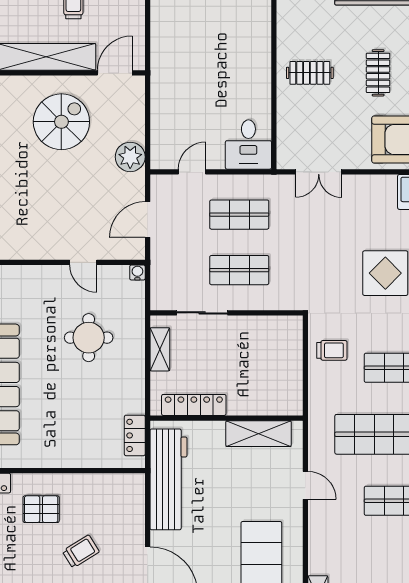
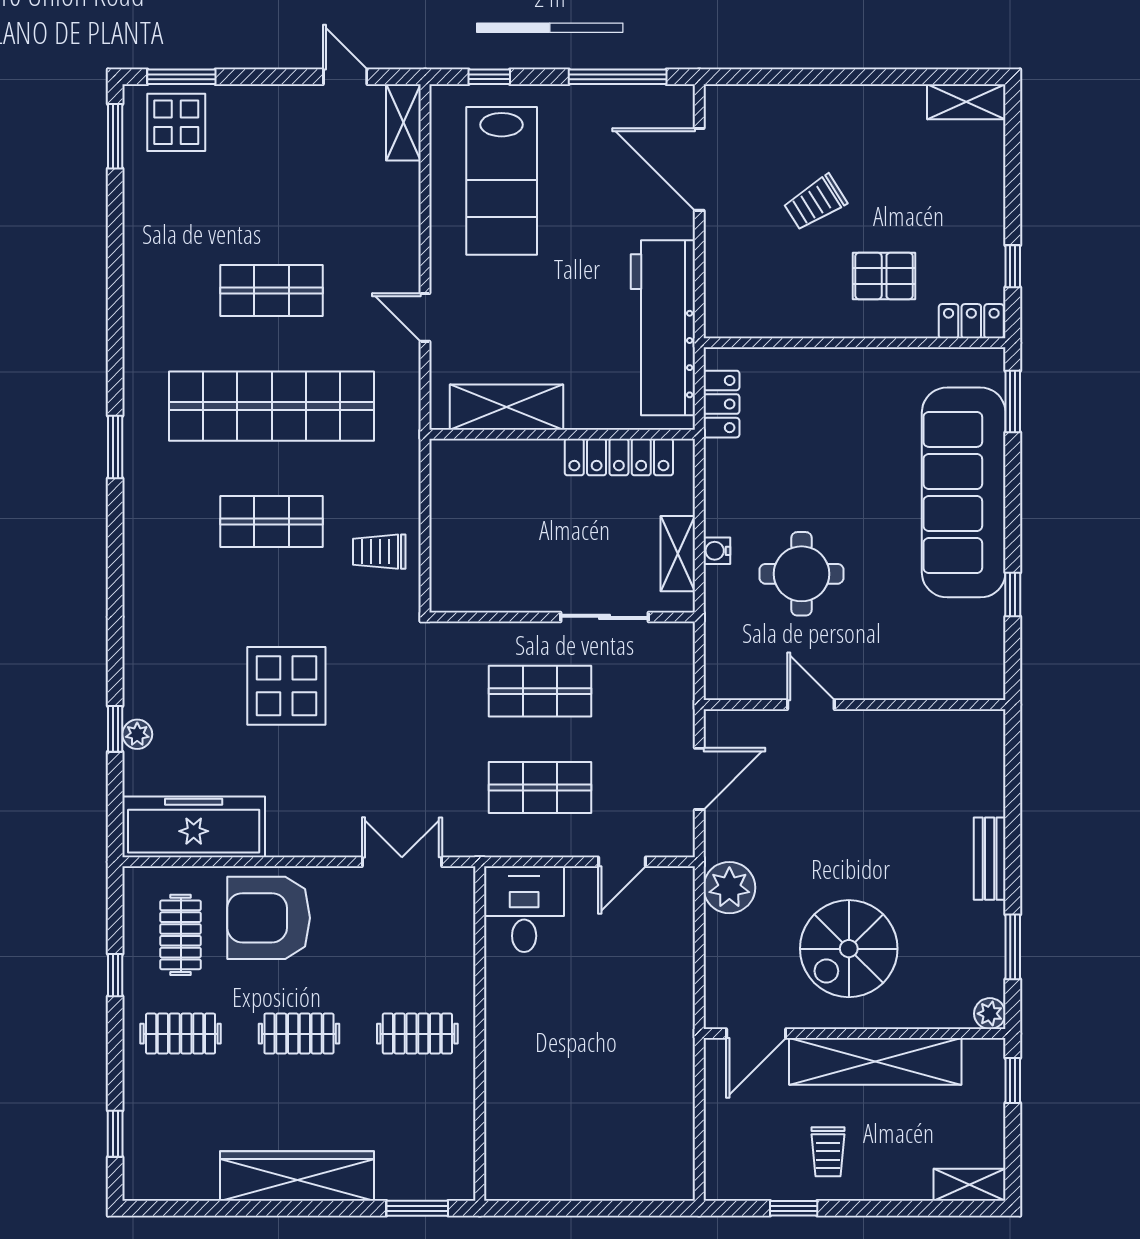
clothes rail: (378, 73) -> (299, 1034), turned 90
water cooler: (137, 272) -> (717, 551), moved, turned 90

